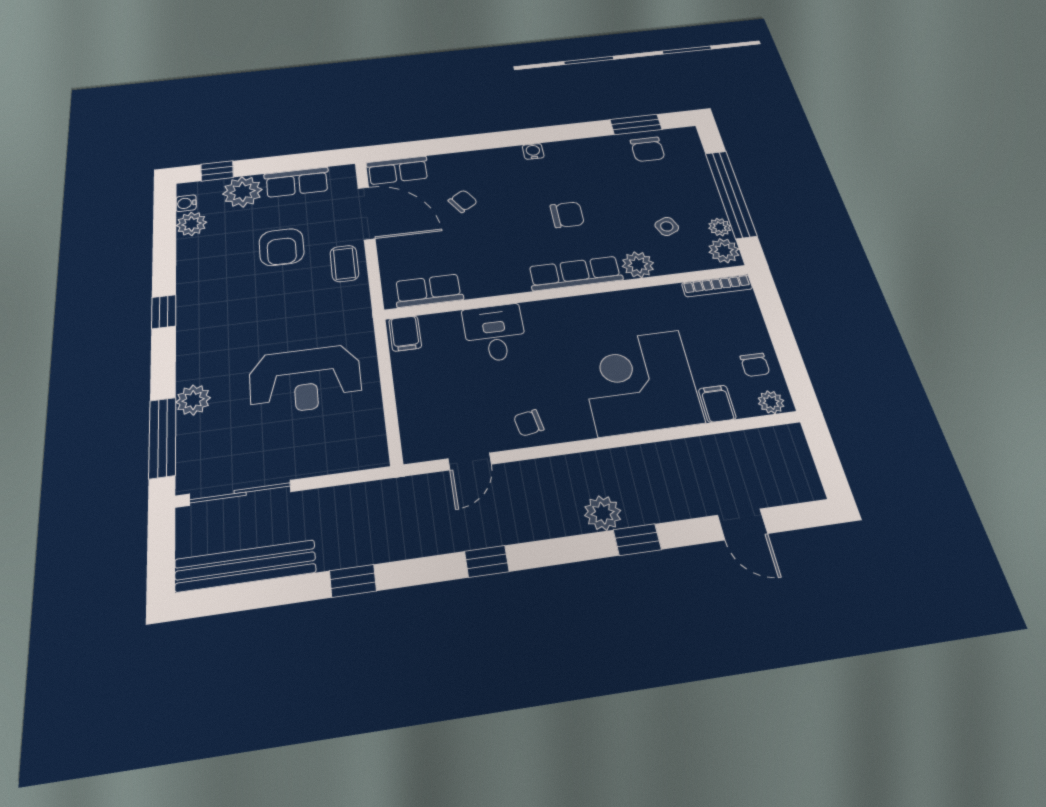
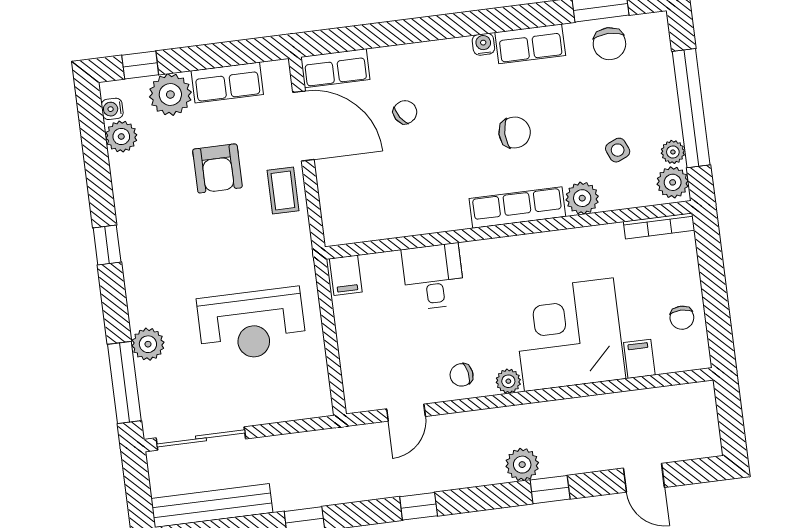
row of seats: (429, 291) -> (530, 44), moved, turned 180
plant: (771, 402) -> (508, 381), moved

